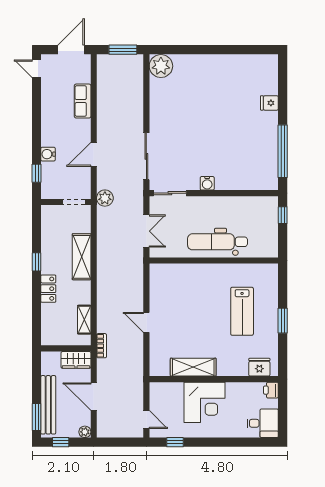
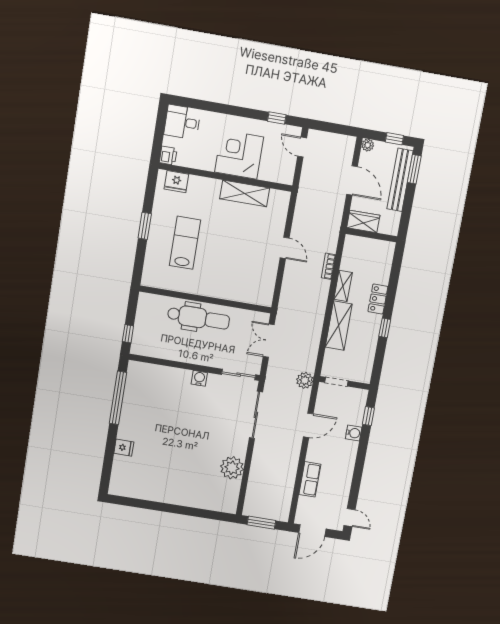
plant: (161, 66) -> (232, 468), moved
shelving: (84, 320) -> (343, 286), moved
bookcase: (102, 346) -> (328, 266), moved

